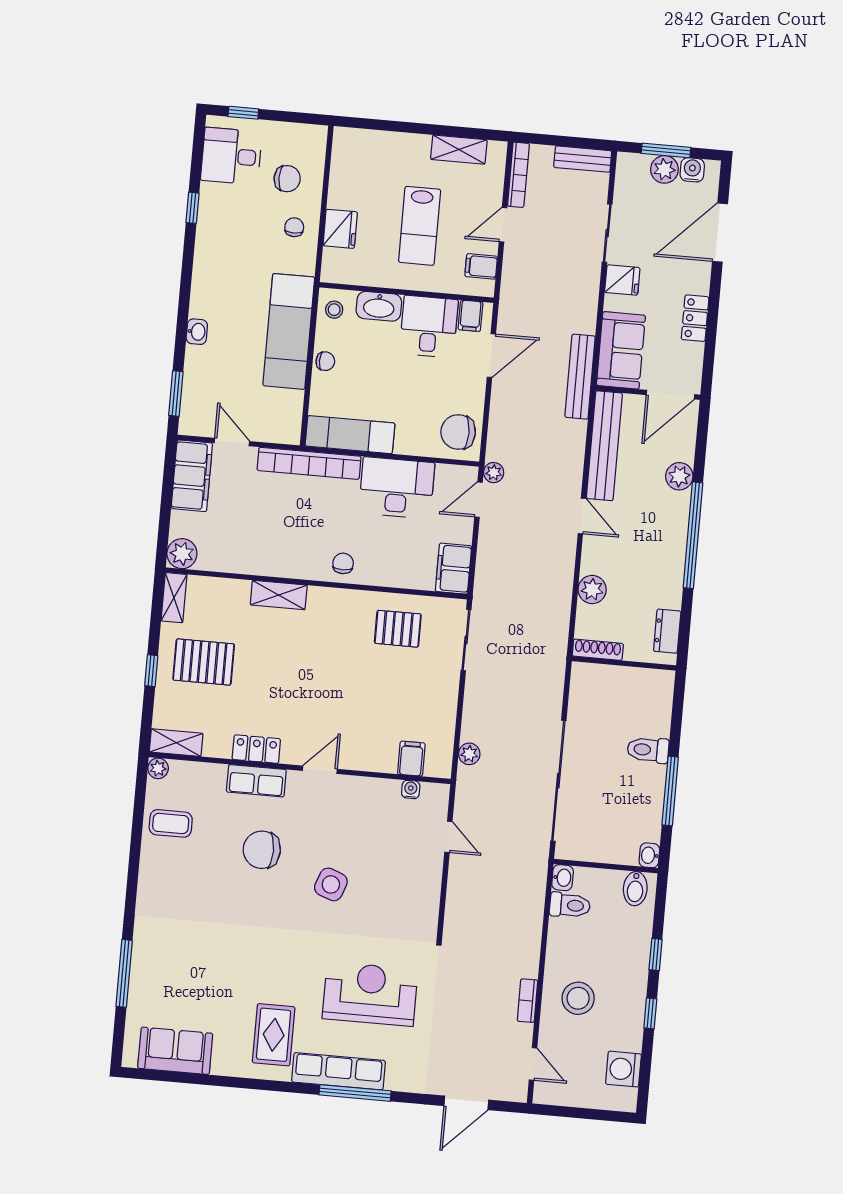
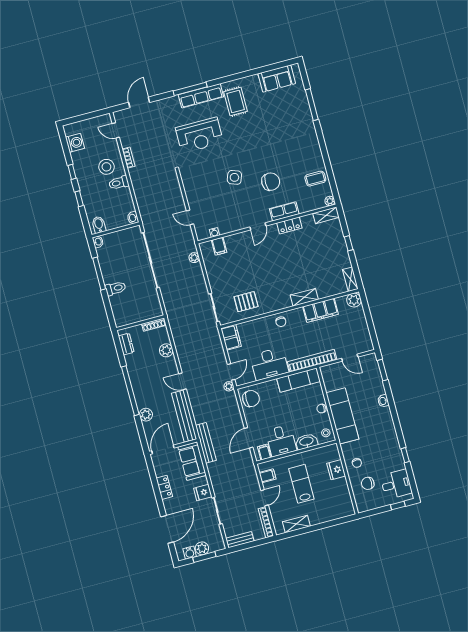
filing cabinet: (192, 476) -> (320, 310), moved, turned -90
pallet: (204, 662) -> (327, 256), removed
toilet: (570, 905) -> (119, 183), moved

